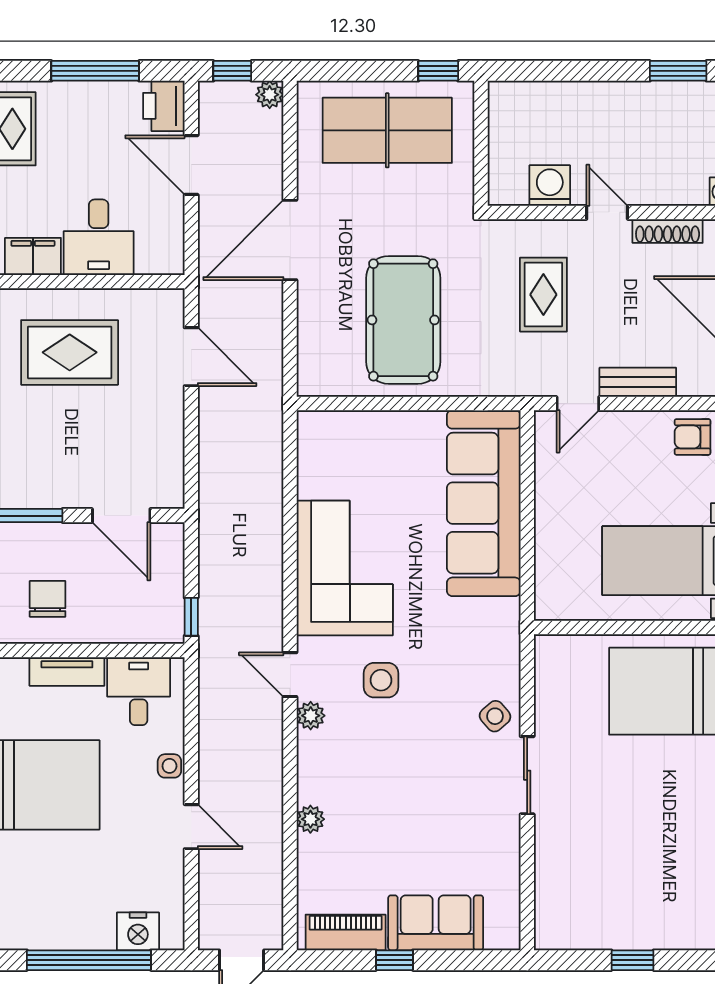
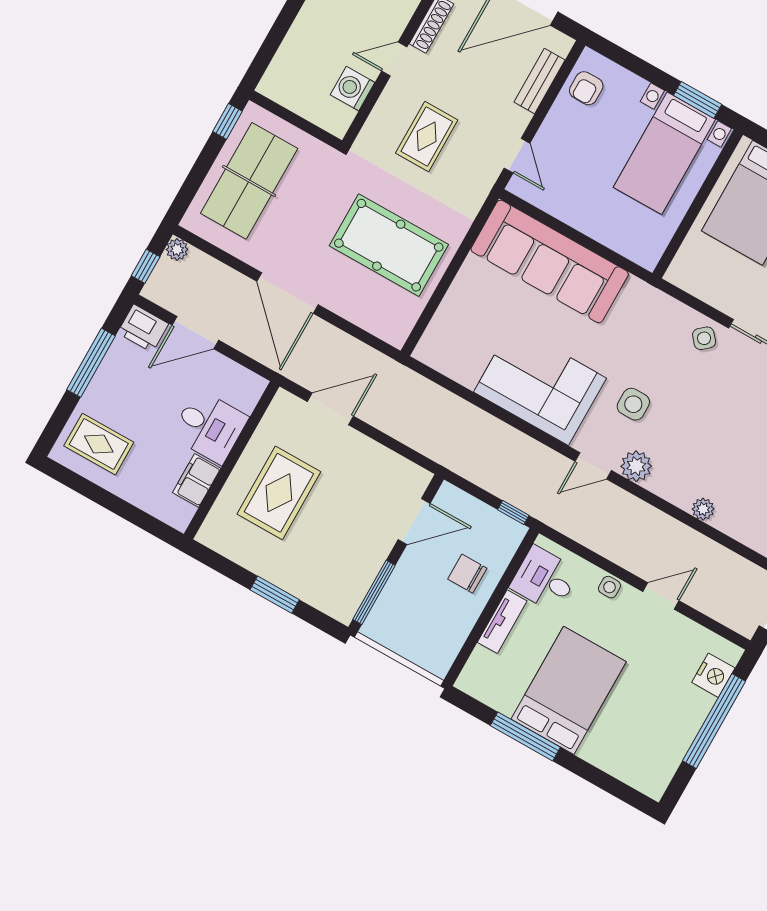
rug: (543, 295) -> (427, 136), turned 90
bench: (638, 382) -> (540, 81), moved
chair: (48, 599) -> (467, 574), moved
plant: (311, 716) -> (636, 466), width x1.38, depth x1.38

